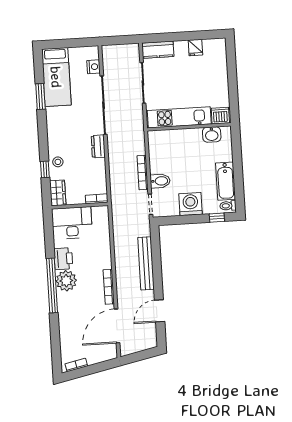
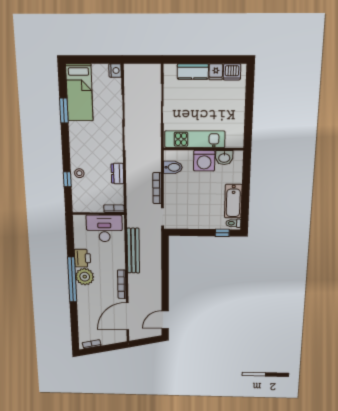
kitchen counter: (158, 50) -> (193, 72), moved
nightstand: (94, 67) -> (115, 70), moved
dishwasher: (220, 116) -> (232, 72), moved, turned 180
dresser: (98, 146) -> (117, 174), moved
bidet: (160, 181) -> (173, 167), moved
wardrobe: (58, 193) -> (79, 201), removed
washing machine: (190, 204) -> (204, 161), moved, turned 180
desk: (72, 223) -> (104, 228), moved
bench: (146, 263) -> (133, 251), moved
door: (160, 311) -> (165, 320), moved

